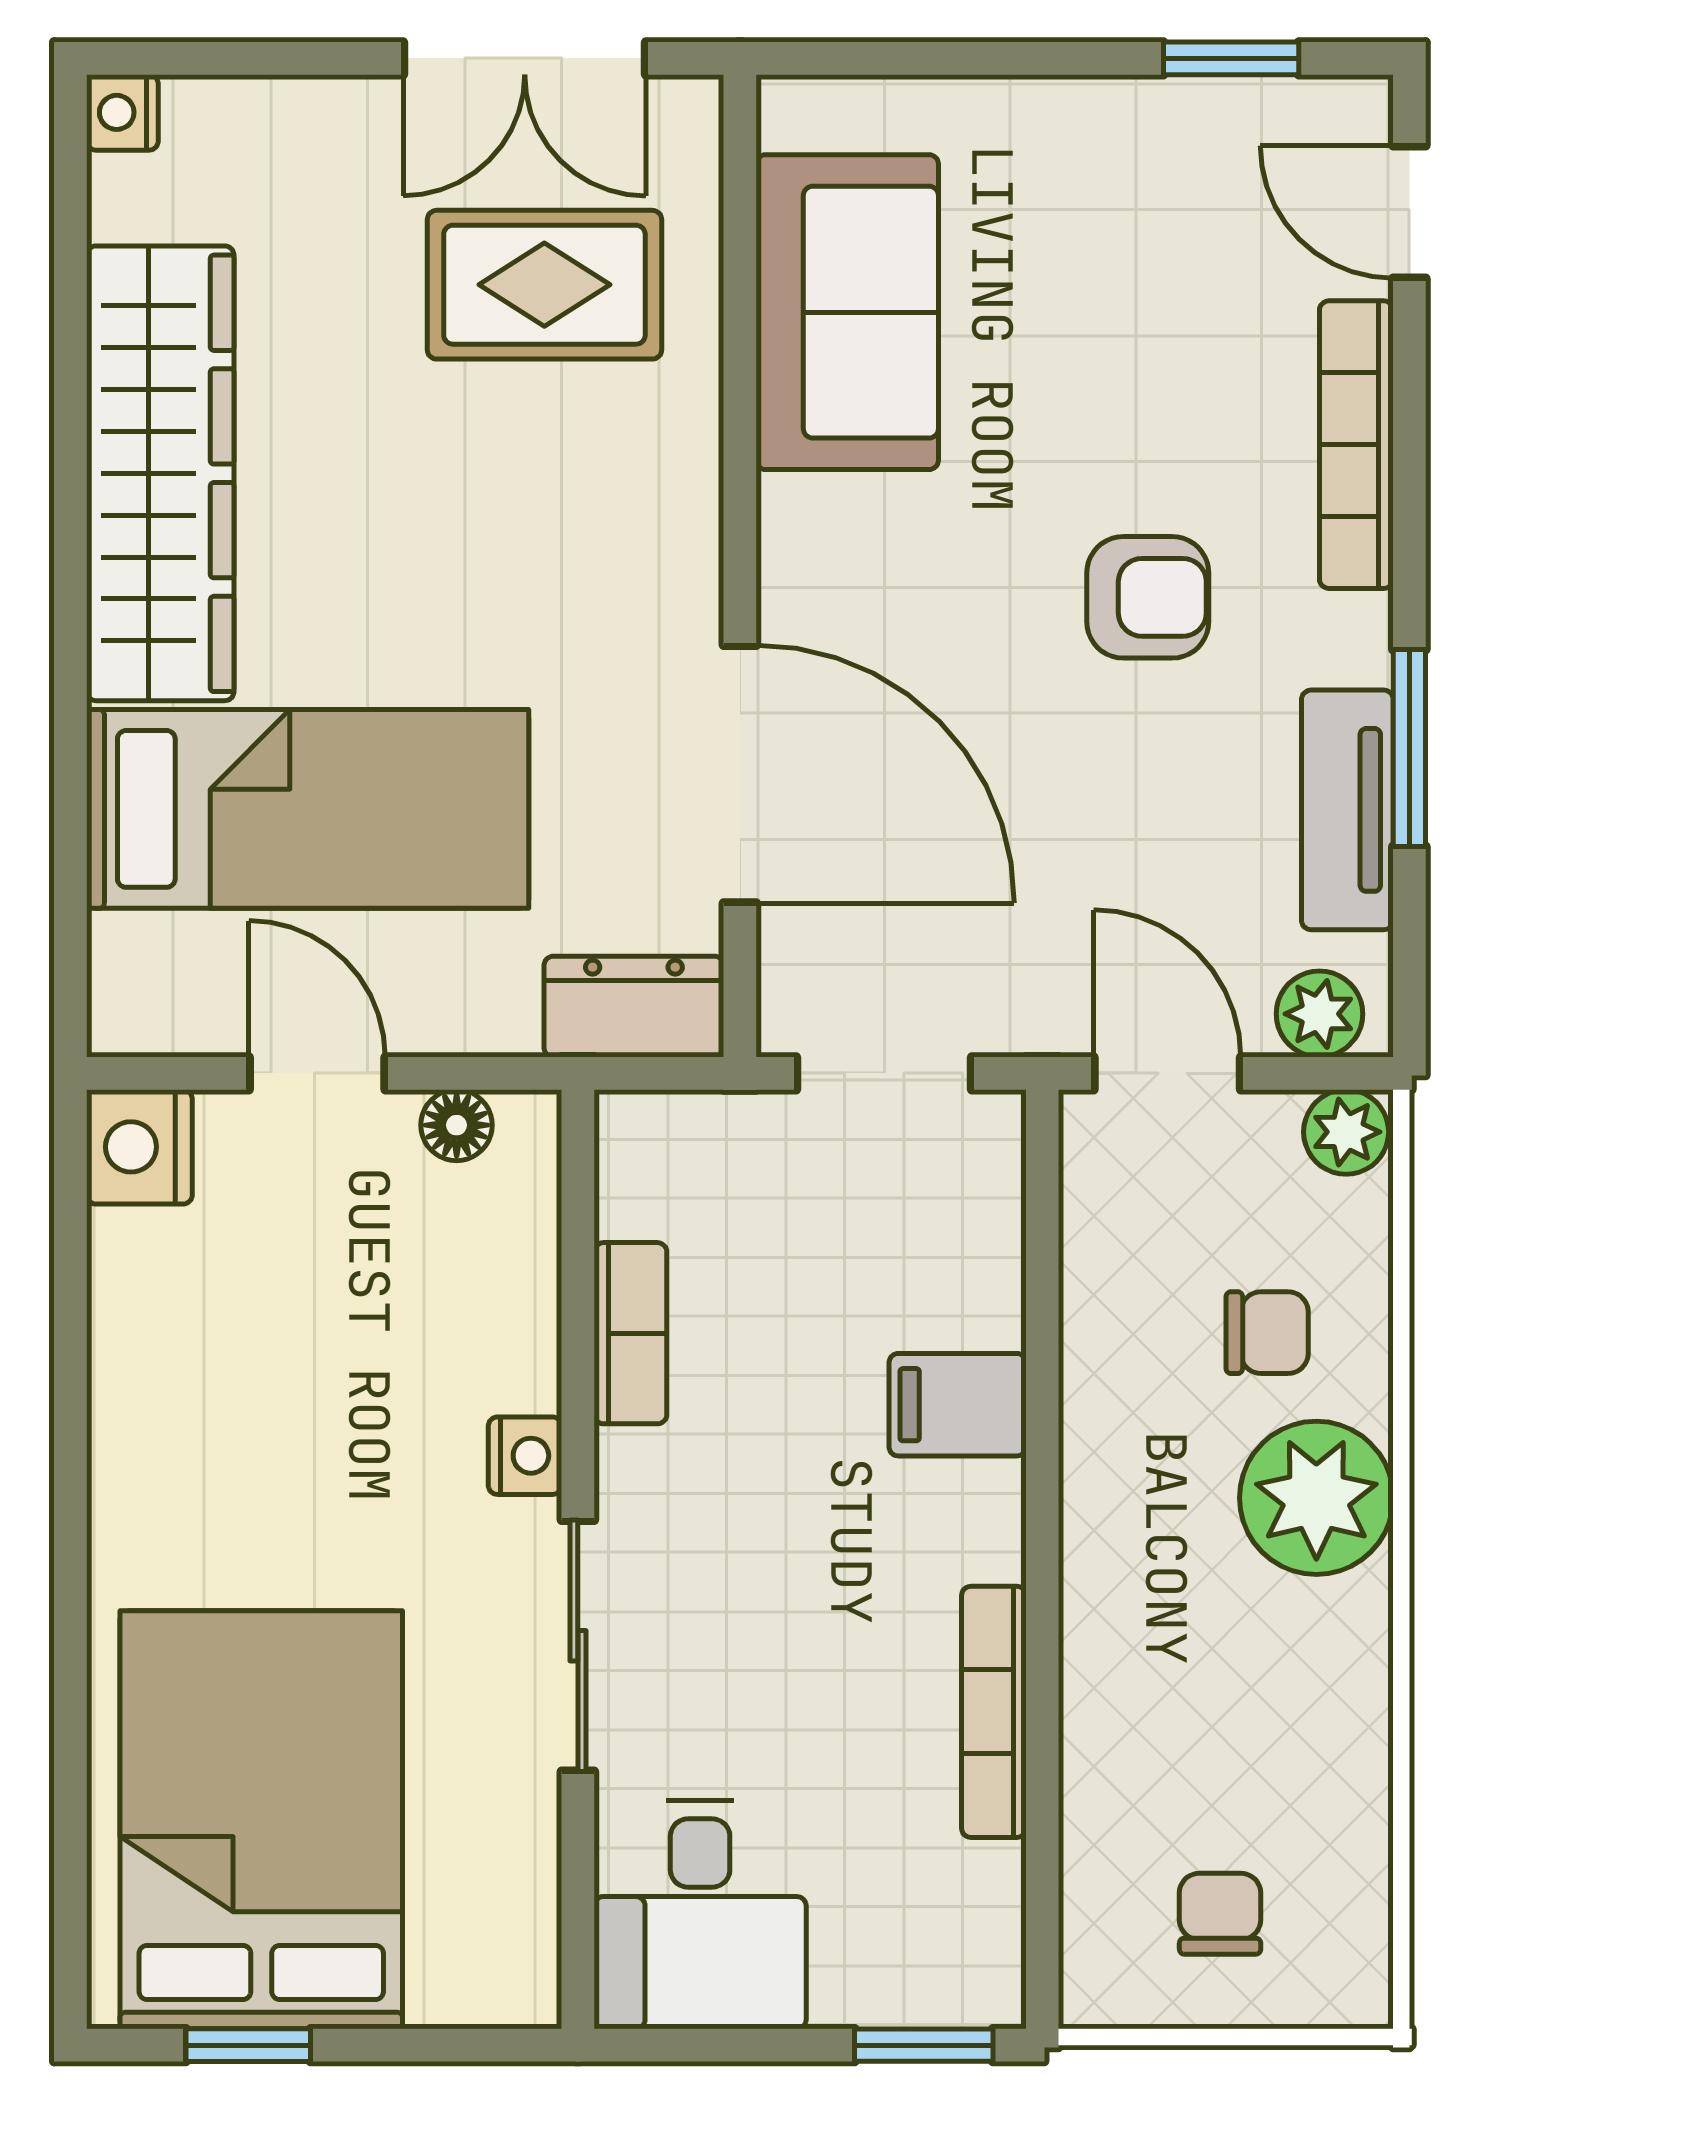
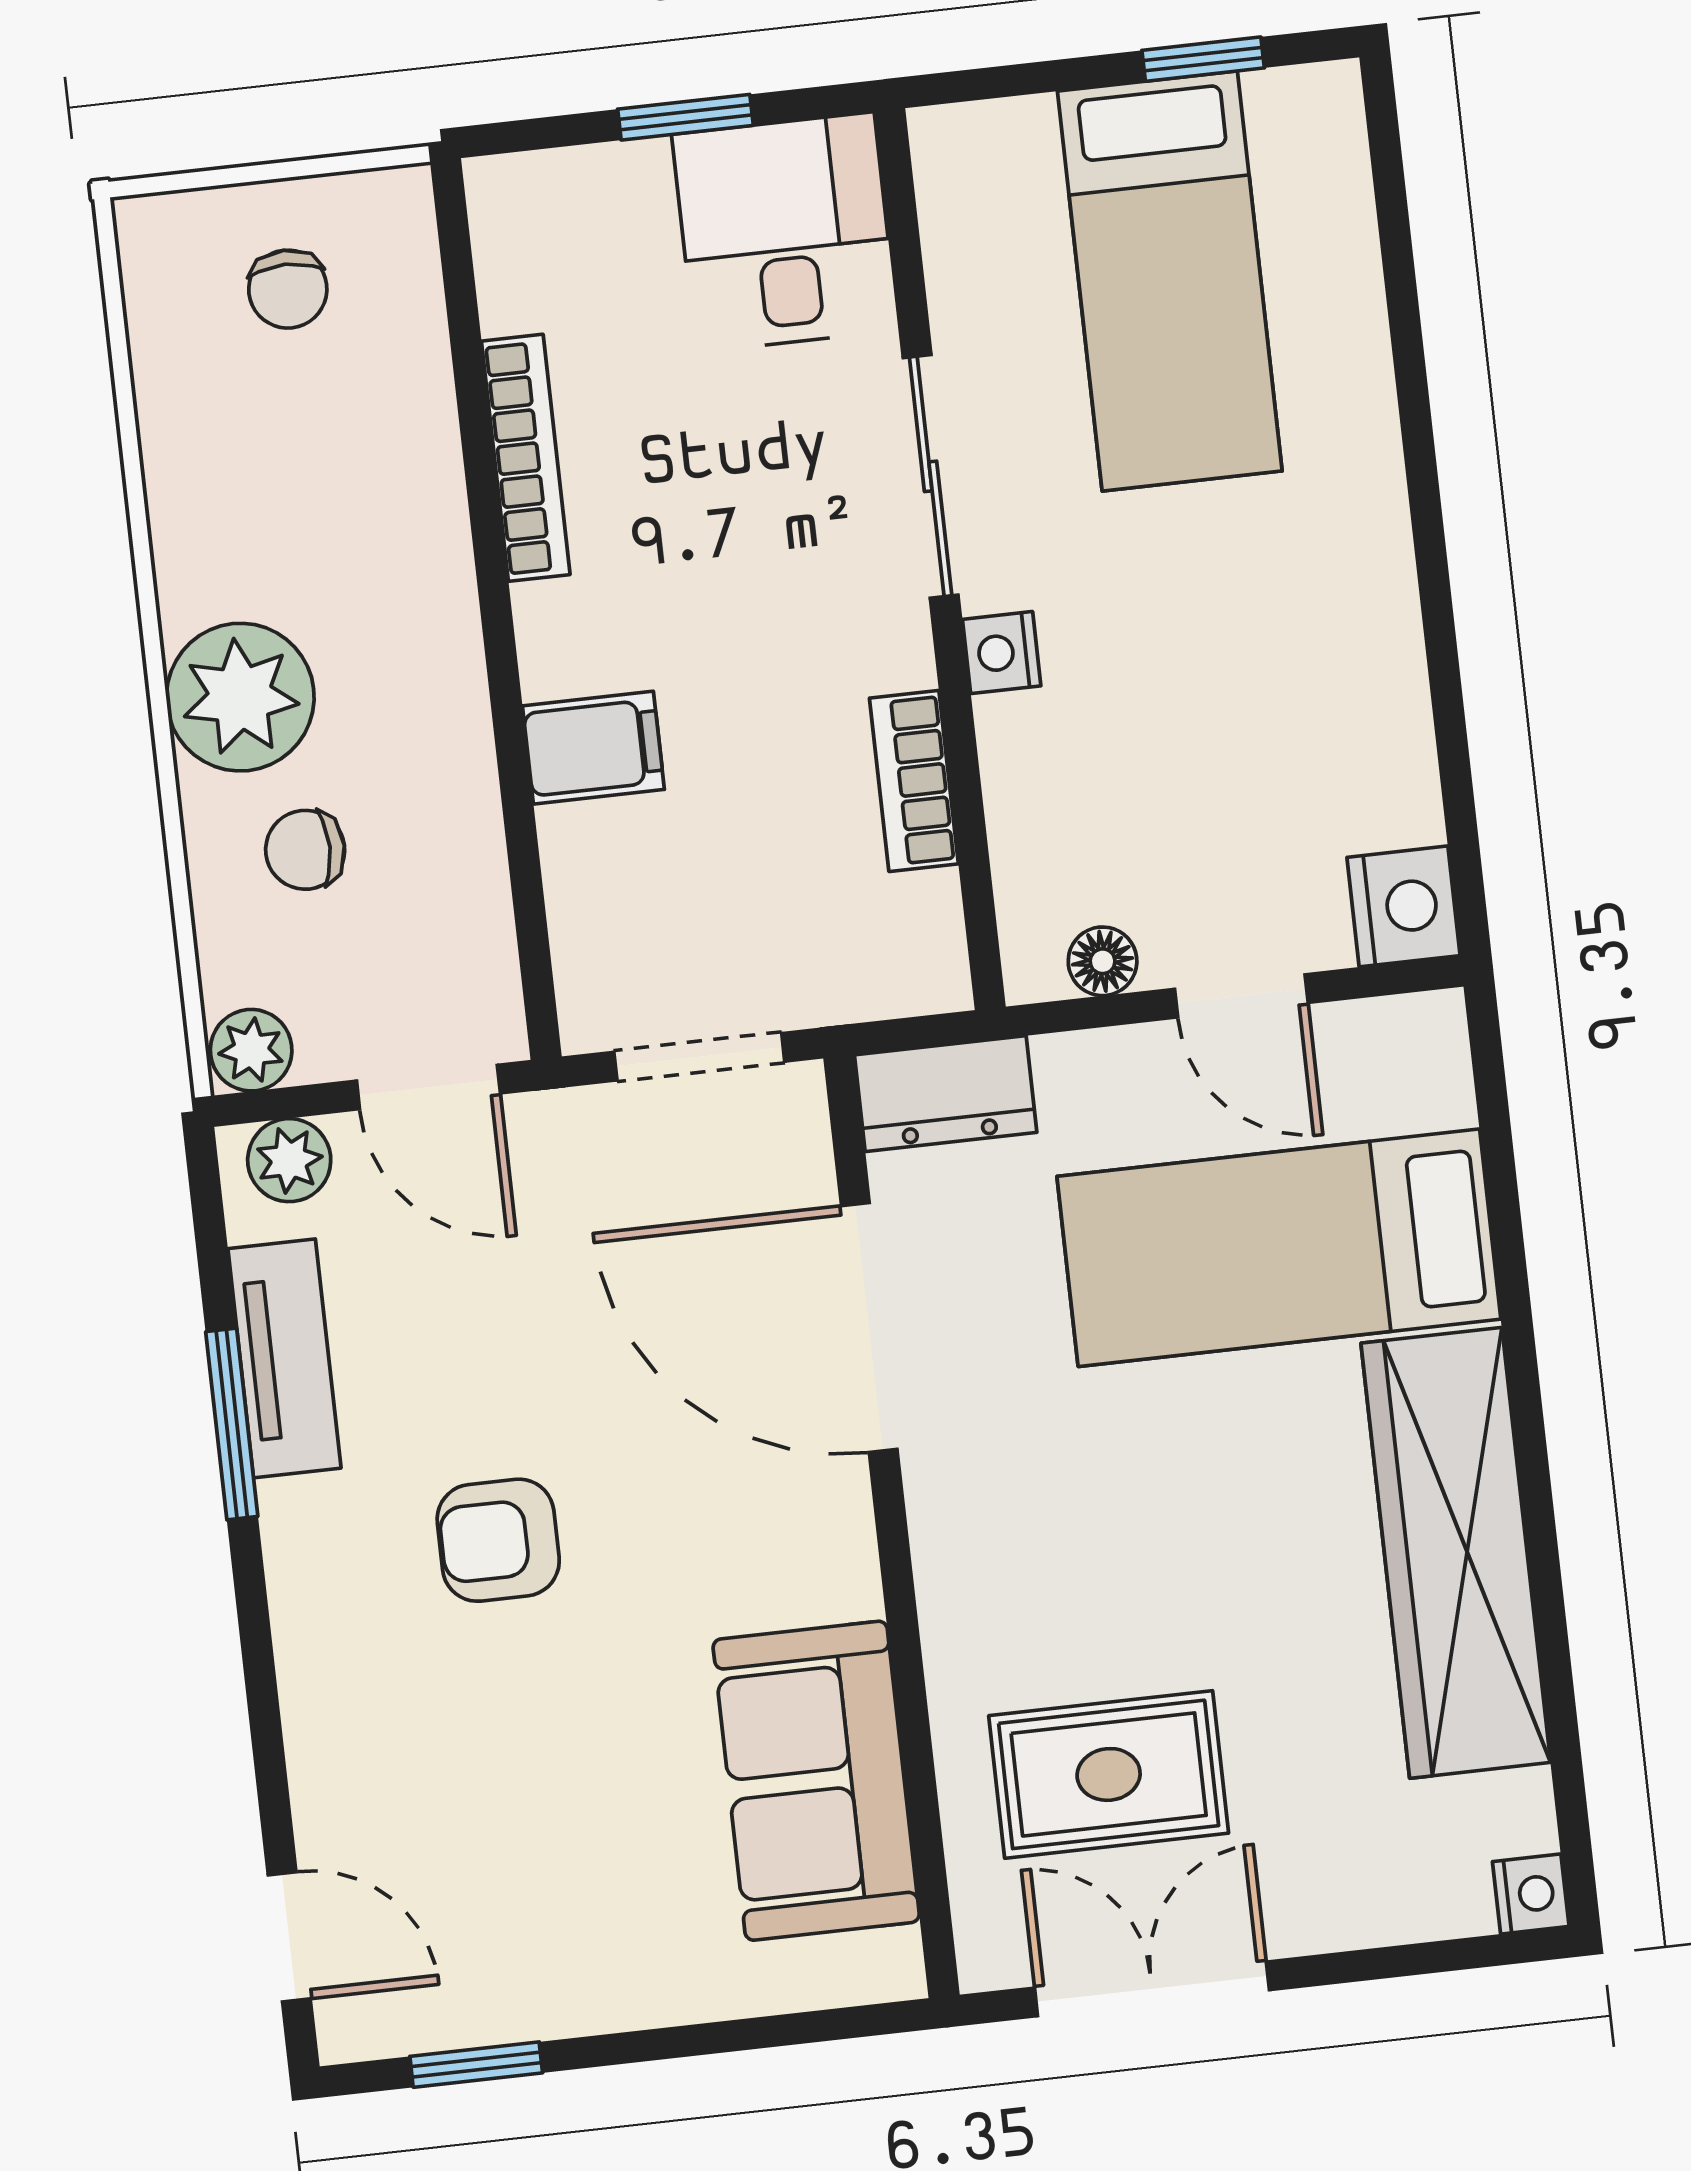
bookcase: (1356, 445) -> (315, 1709), removed
bed: (261, 1820) -> (1170, 281), width x0.67
window: (924, 2045) -> (685, 117), moved

